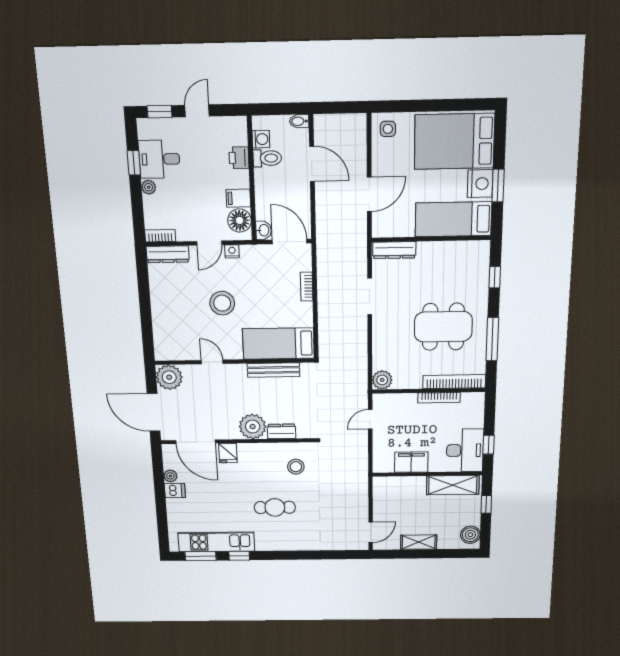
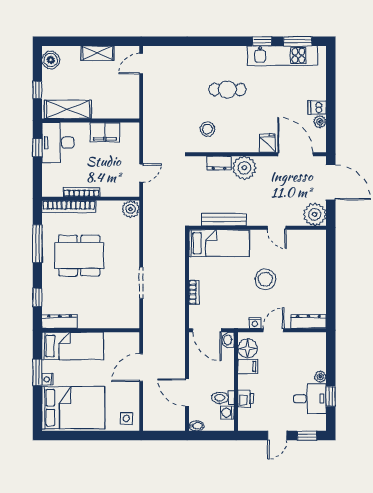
nightstand: (480, 184) -> (47, 379), width x0.53, depth x0.56
bookcase: (160, 236) -> (314, 337), removed
dresser: (394, 250) -> (60, 321), moved

